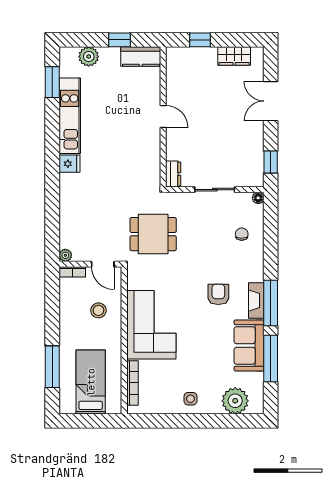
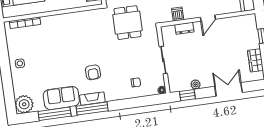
plant: (257, 148) -> (196, 84), added
dishwasher: (151, 160) -> (178, 14), added
dresser: (173, 174) -> (184, 28), moved
armchair: (218, 294) -> (93, 72), turned 88
corner sofa: (151, 325) -> (66, 30), removed
plant: (235, 401) -> (24, 104), moved

